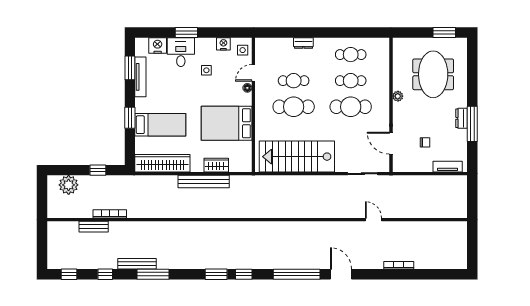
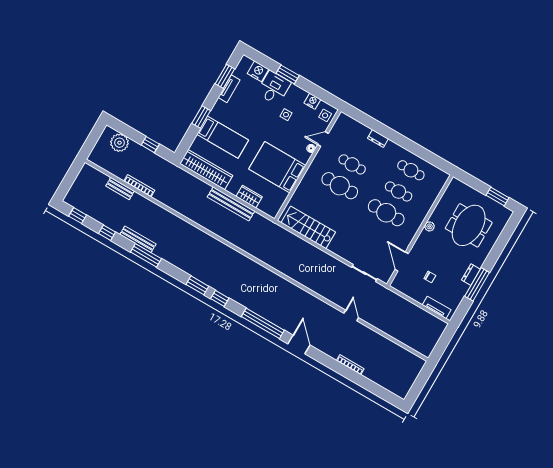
tv unit: (140, 77) -> (229, 89), width x0.71
stairs: (297, 157) -> (308, 227), width x0.73, depth x0.66

